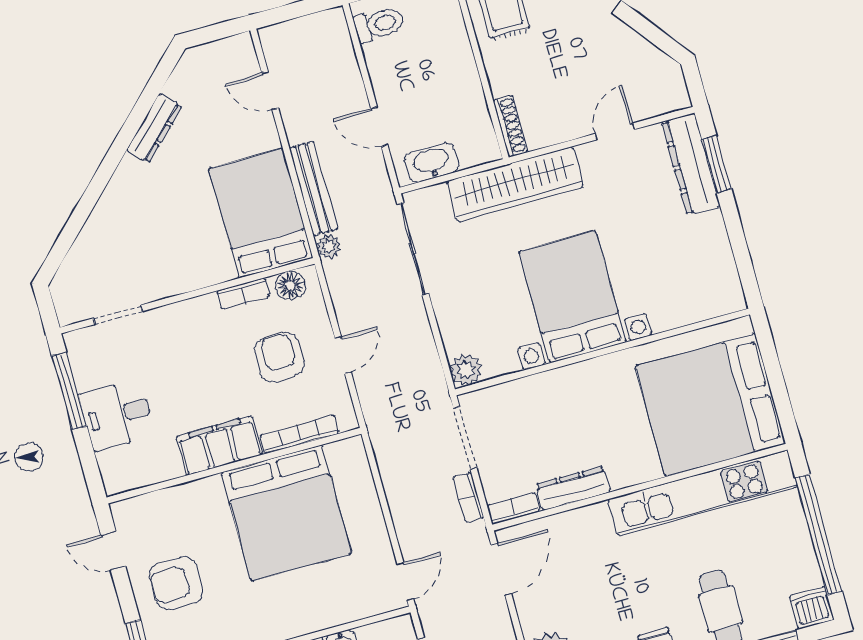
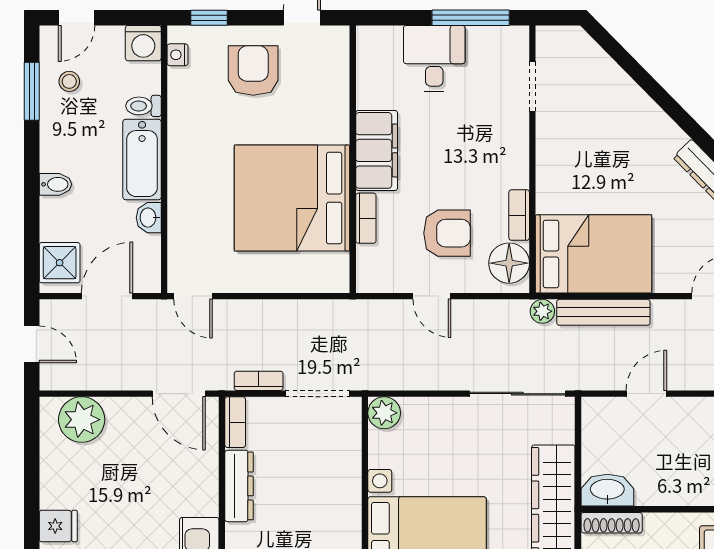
washbasin: (432, 162) -> (607, 490), moved, turned -90
floor lamp: (290, 285) -> (509, 263), width x1.38, depth x1.38
bookcase: (300, 434) -> (366, 218), width x0.64

